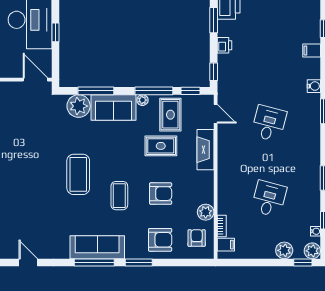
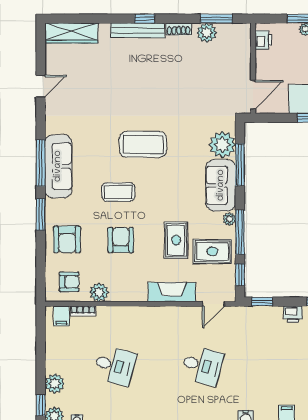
armchair: (161, 194) -> (121, 240), turned 180

